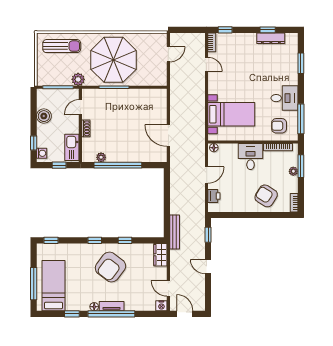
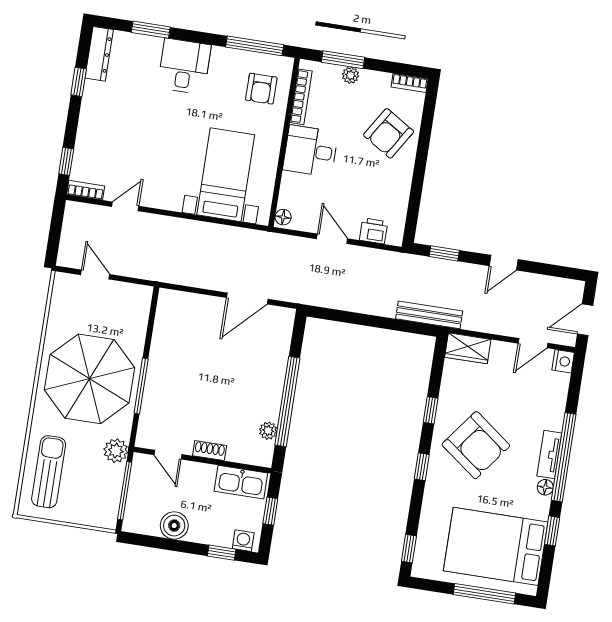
dresser: (271, 38) -> (99, 54), moved
desk: (284, 98) -> (184, 66), moved
bed: (53, 286) -> (496, 546), width x1.50

